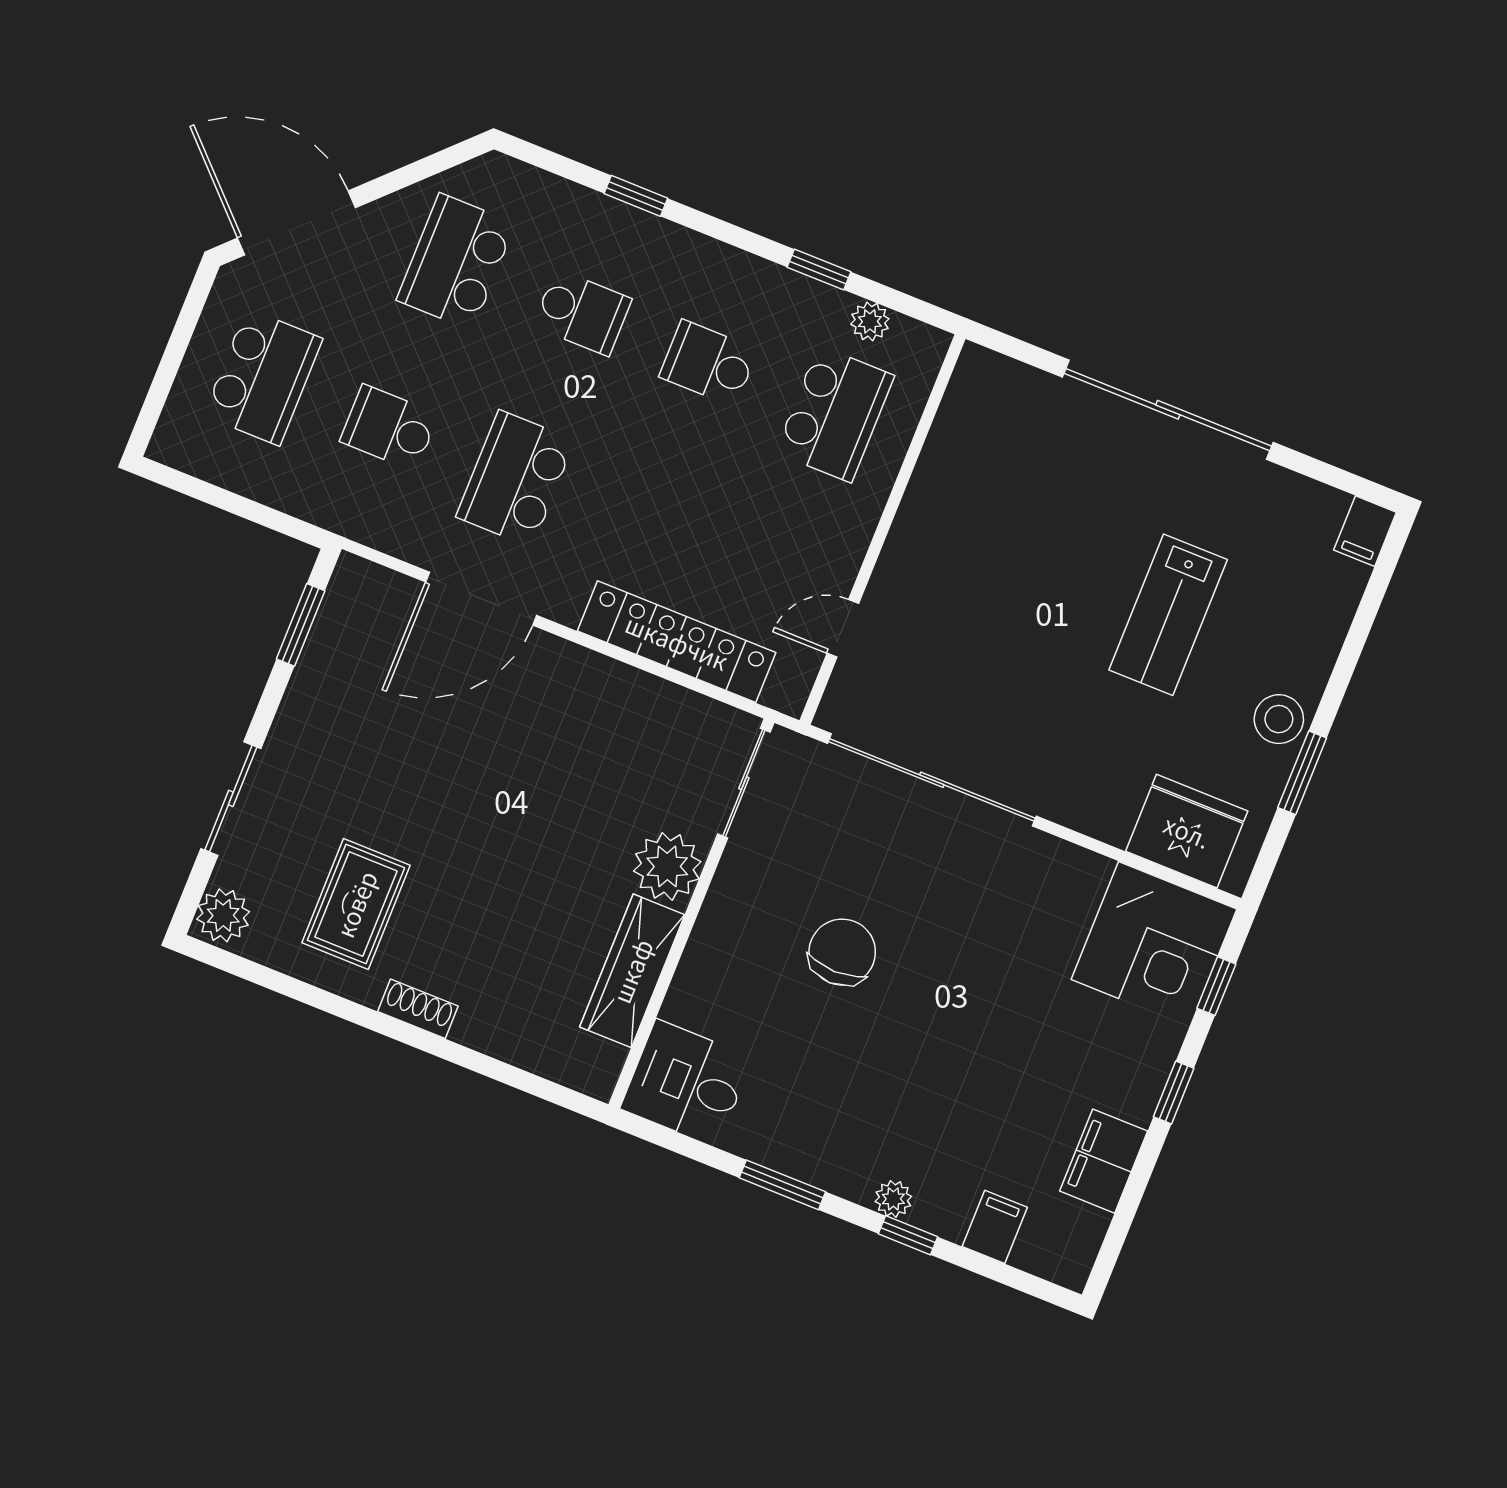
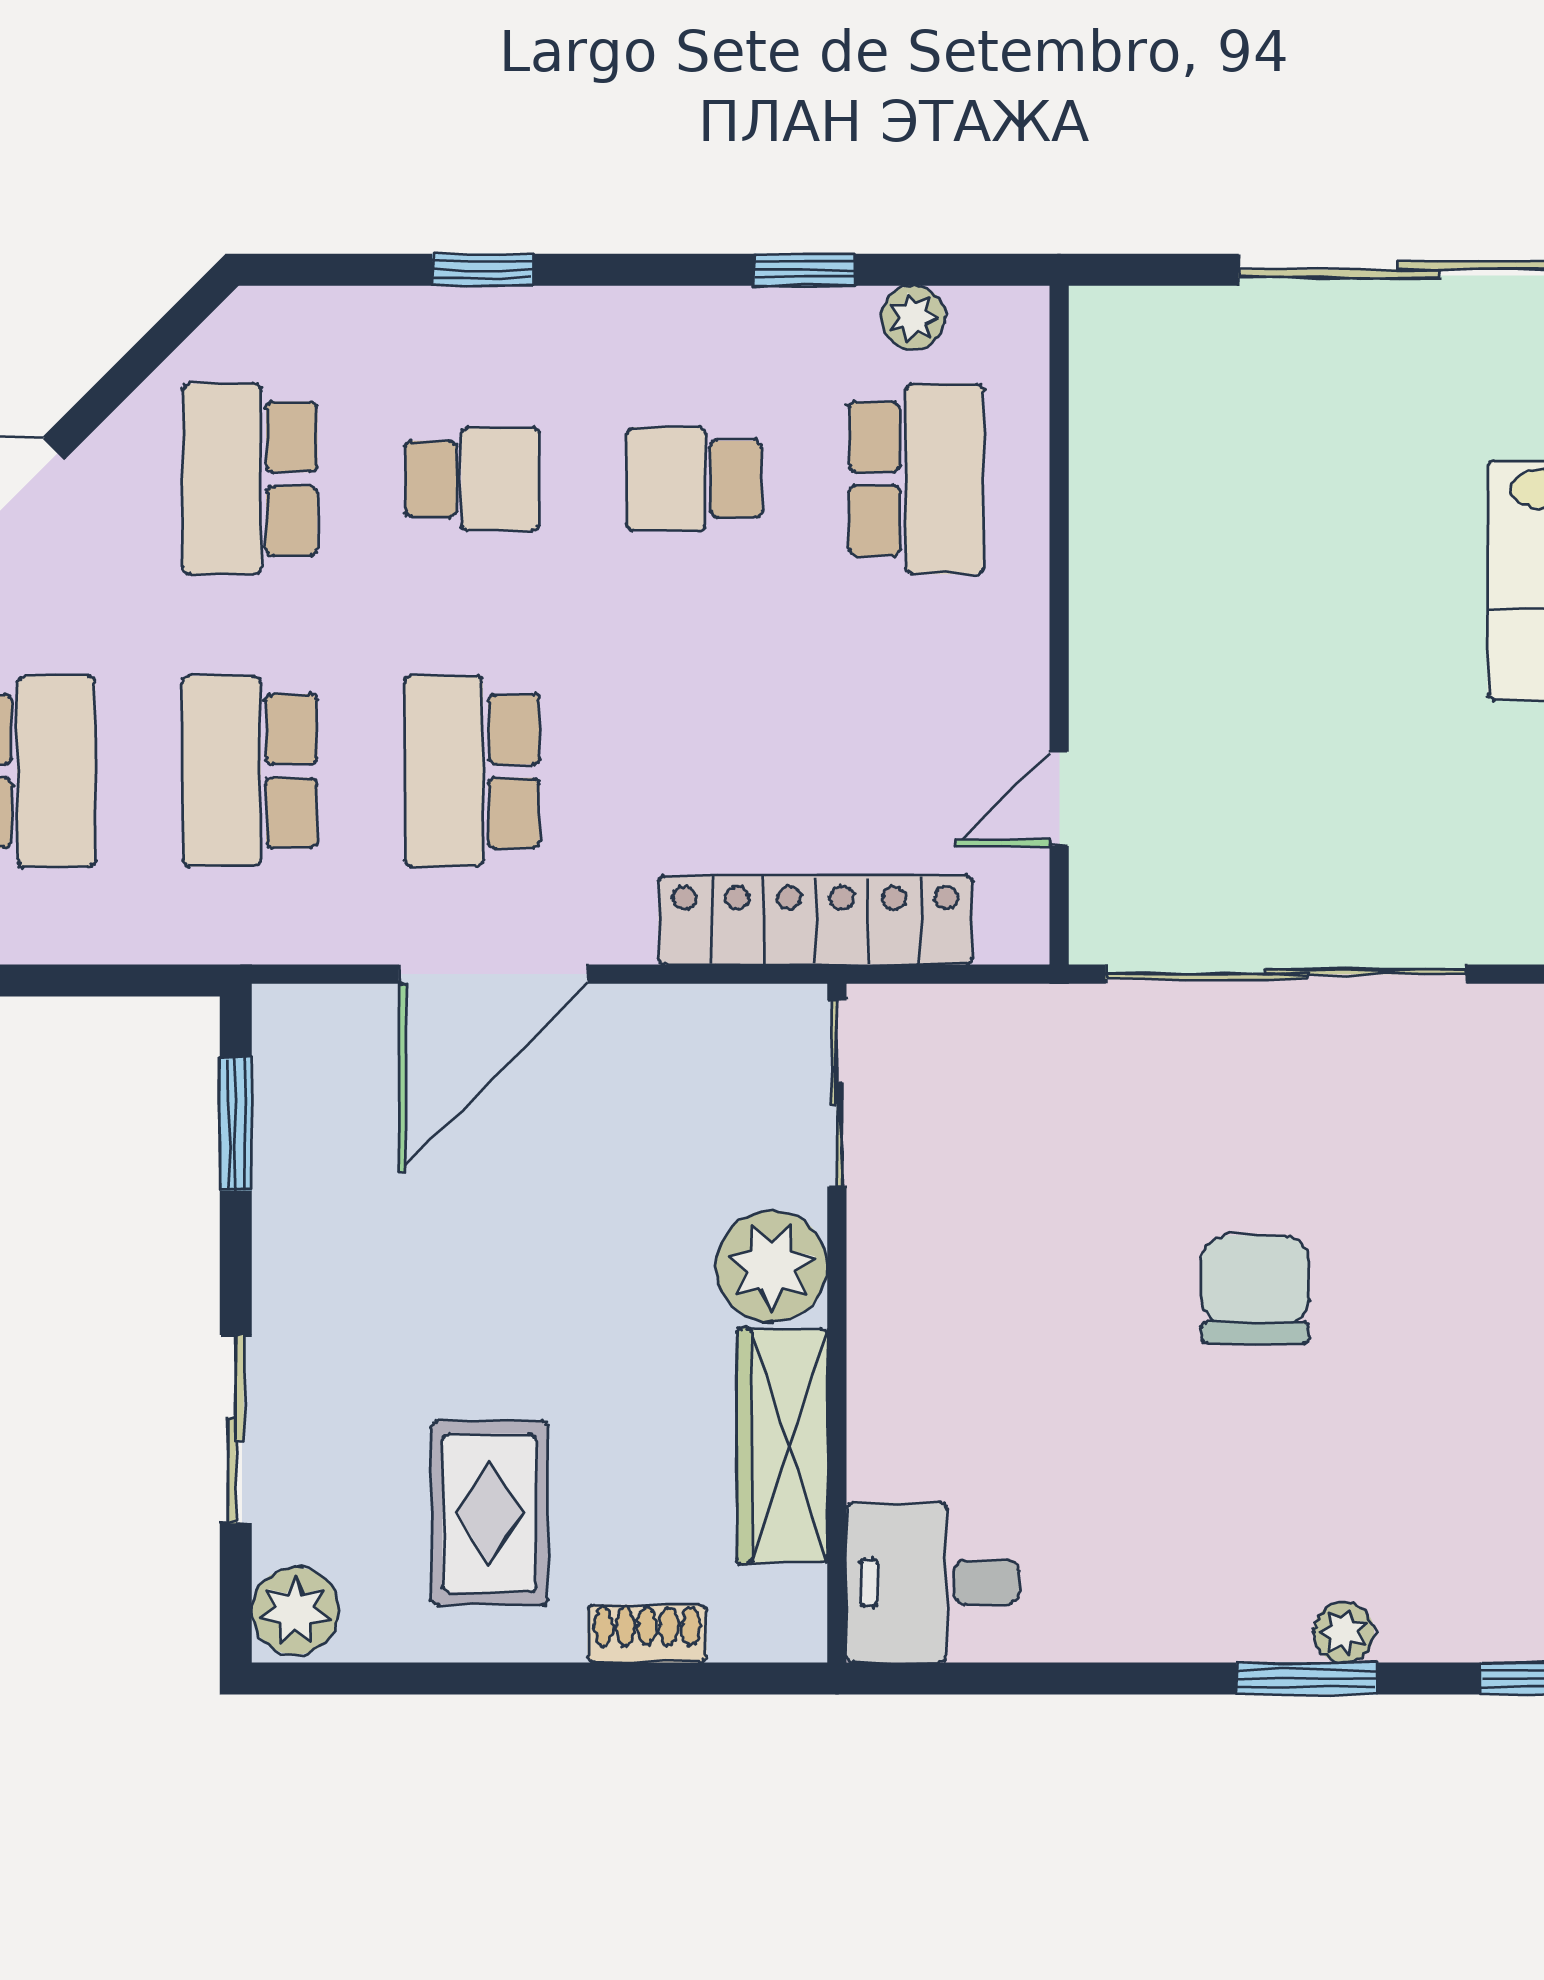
school desk: (389, 428) -> (250, 771), width x1.85
sliding door: (744, 783) -> (837, 1093), moved
plant: (667, 866) -> (772, 1266), moved
wall: (691, 914) -> (837, 1323), moved
wardrobe: (632, 971) -> (782, 1446), moved
desk: (687, 1083) -> (933, 1583), moved
plant: (893, 1199) -> (1344, 1632), moved

